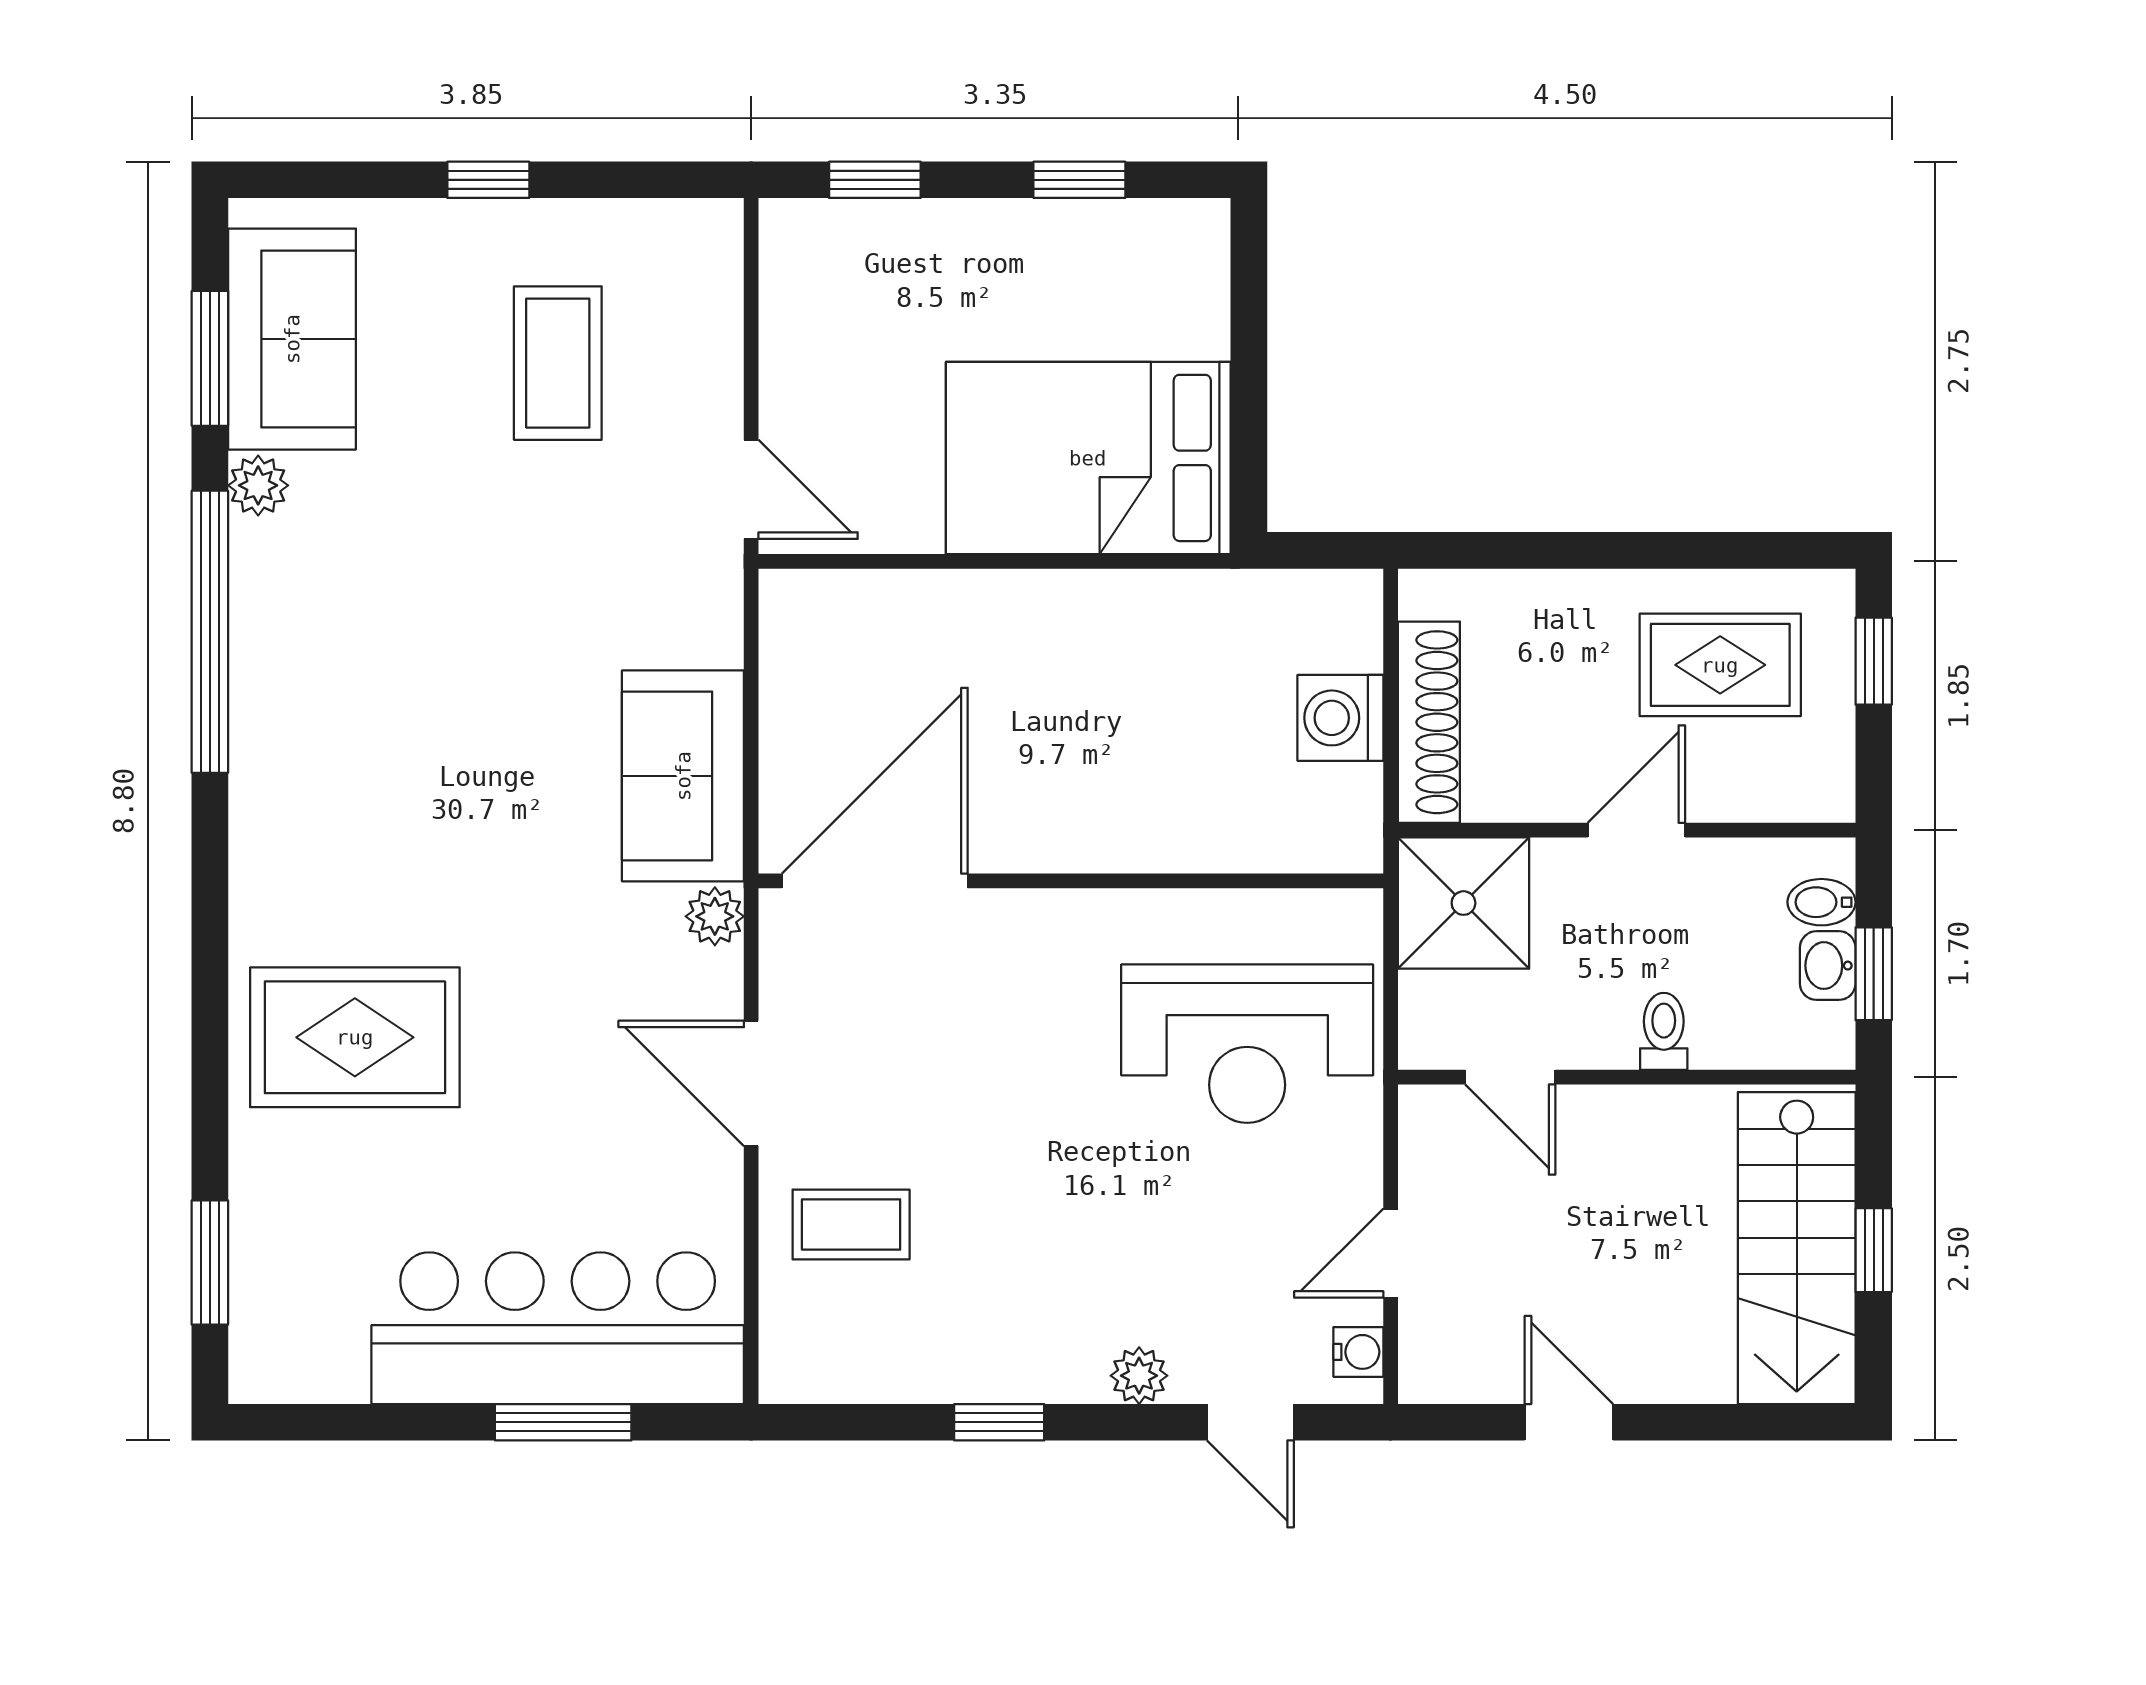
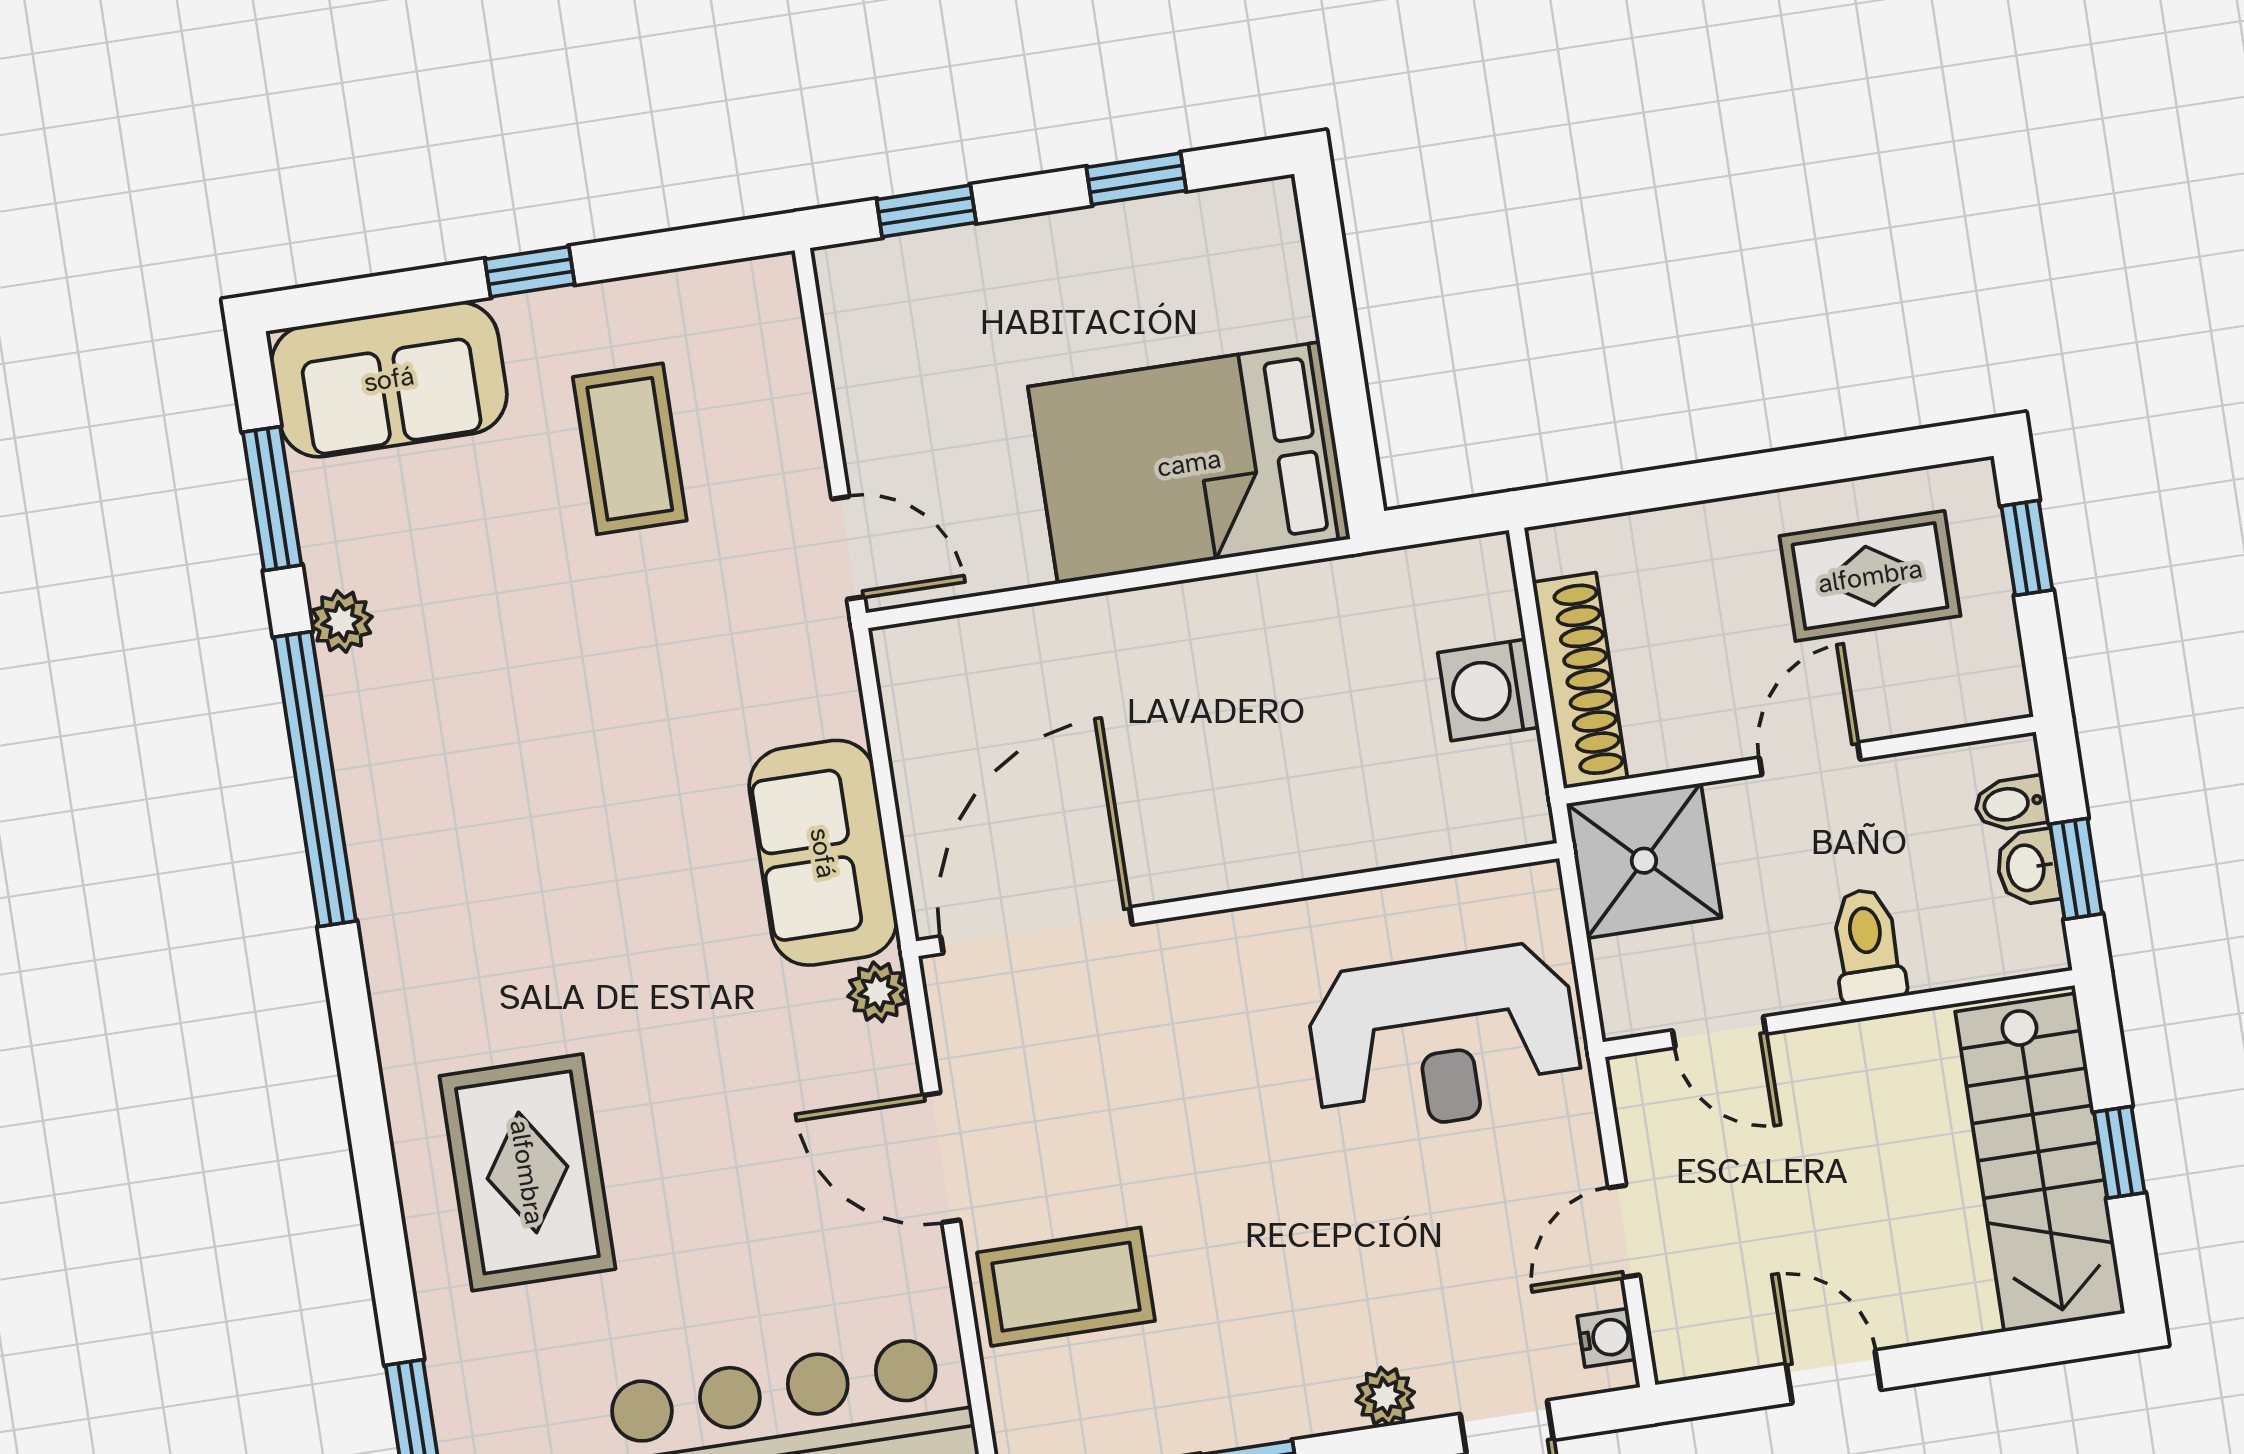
sofa: (292, 339) -> (389, 379), moved, turned 90
toilet: (1664, 1031) -> (1867, 946), width x1.37, depth x1.39
rug: (355, 1037) -> (527, 1172), turned 90
coffee table: (851, 1225) -> (1066, 1287), width x1.36, depth x1.30

